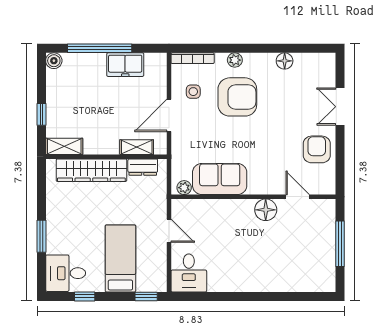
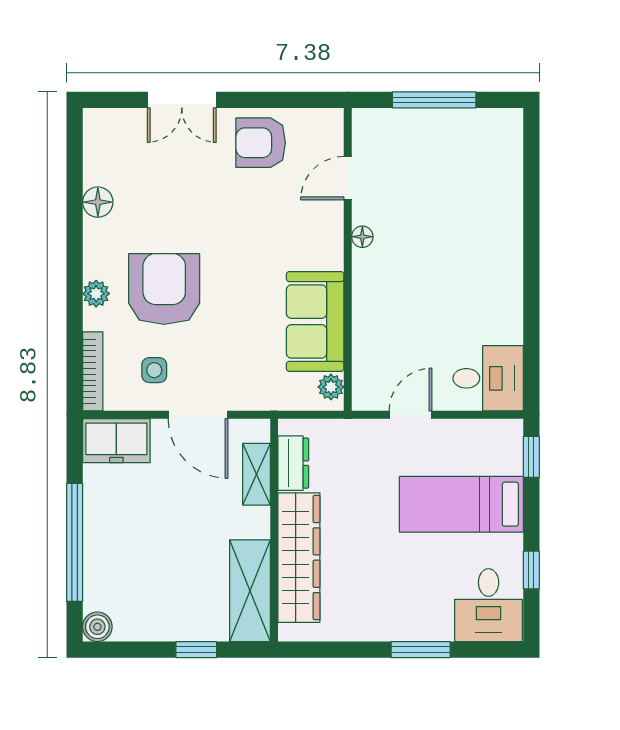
freezer: (125, 65) -> (116, 441), moved, turned 90
shelving: (64, 146) -> (250, 591), width x1.50, depth x1.33
floor lamp: (266, 210) -> (362, 237), width x0.53, depth x0.53

